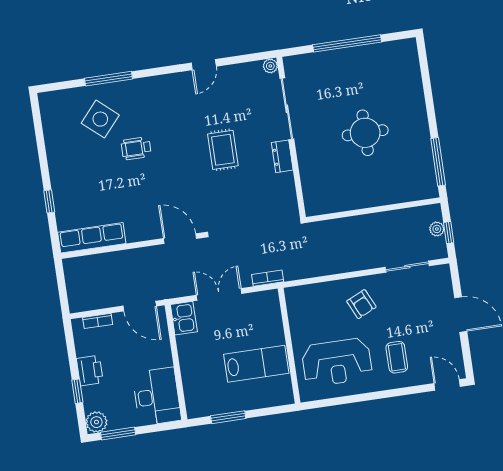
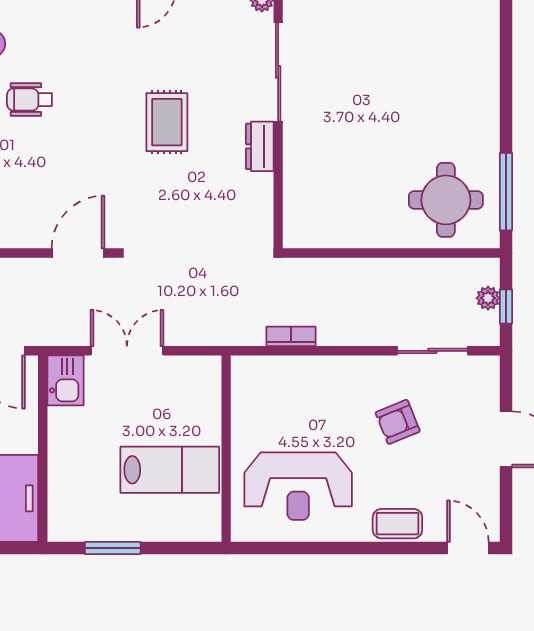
round table: (365, 133) -> (446, 200), moved
door: (180, 239) -> (78, 253), hinge flipped
bookcase: (268, 278) -> (291, 336), moved
armchair: (361, 304) -> (398, 422), moved, turned 93
coffee table: (397, 357) -> (397, 524), moved, turned 90

